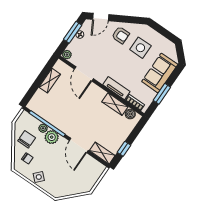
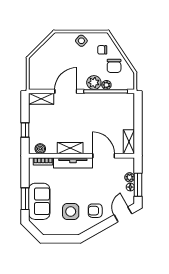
plant: (67, 55) -> (130, 177), moved
shelving: (50, 81) -> (129, 142), moved
tv unit: (116, 88) -> (73, 163), width x1.41
window: (162, 94) -> (25, 199), moved
shelving: (115, 104) -> (70, 148), moved
door: (79, 145) -> (66, 91), hinge flipped
window: (124, 149) -> (25, 130), moved

